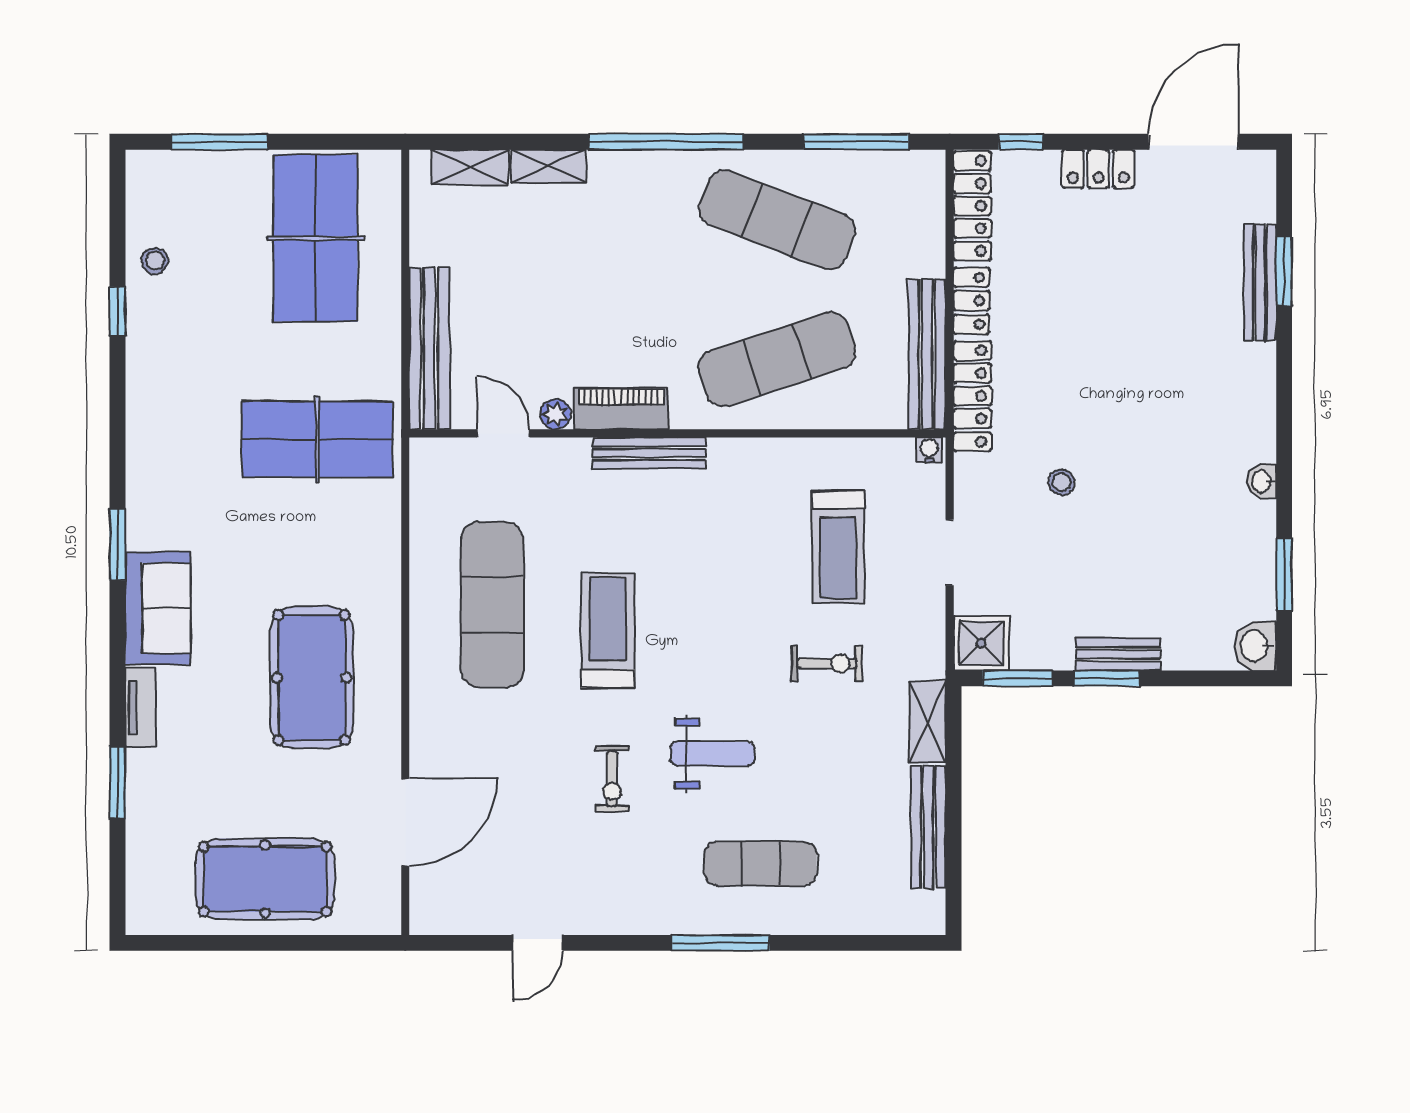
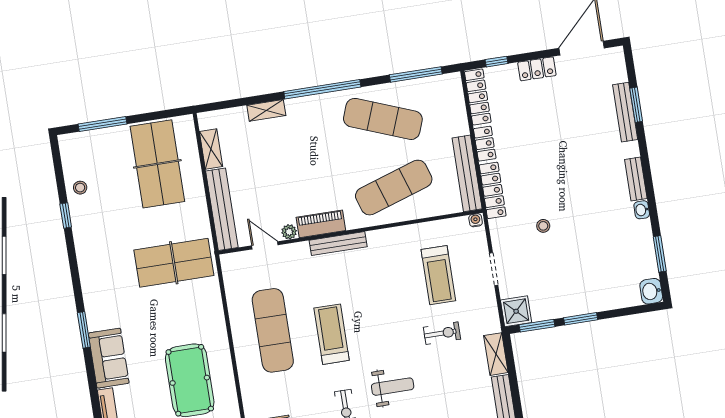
shelving: (470, 167) -> (211, 149), moved, turned 90
bench: (1118, 654) -> (636, 179), moved, turned 90

